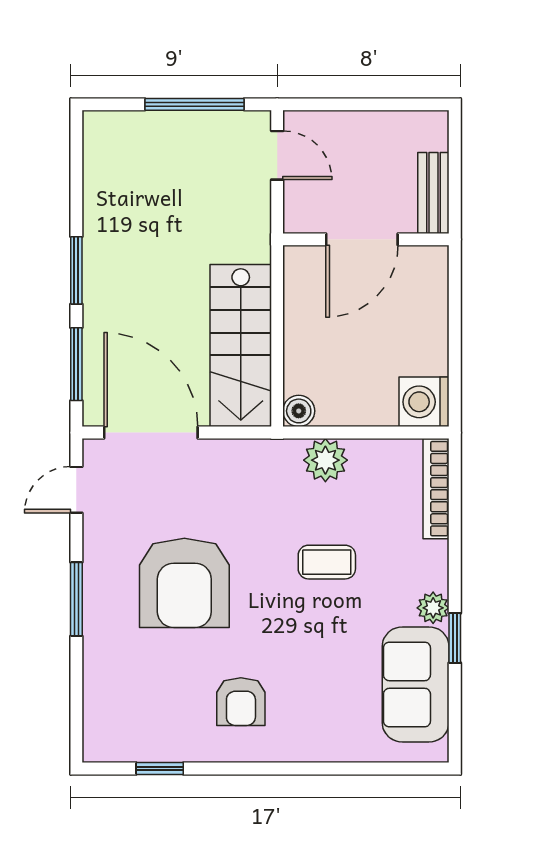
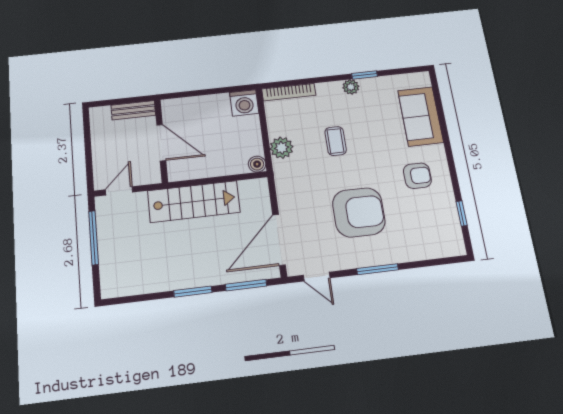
stairs: (241, 346) -> (194, 202), moved
sofa: (416, 684) -> (421, 116), moved, turned 90

